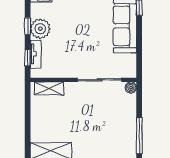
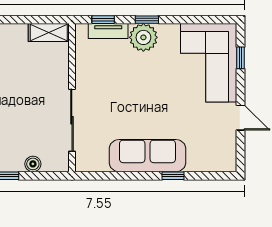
shelving: (49, 88) -> (49, 33), moved, turned 90
boiler: (131, 88) -> (33, 164), moved

